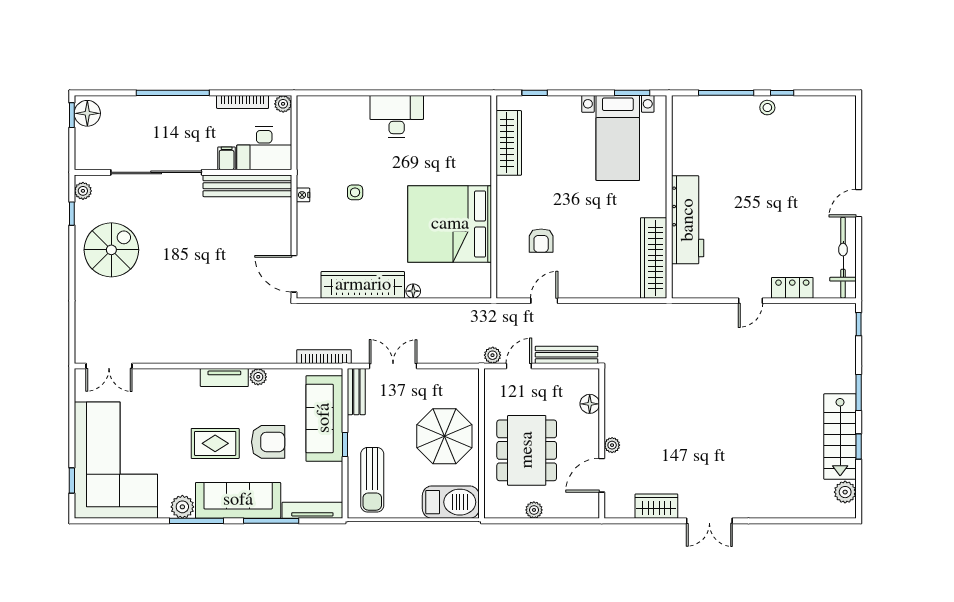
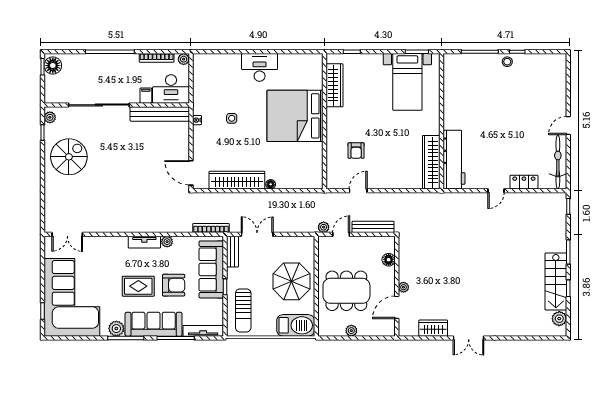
workbench: (688, 220) -> (454, 160), moved
bed: (450, 224) -> (295, 116), moved
dining table: (527, 450) -> (346, 291), turned 90

